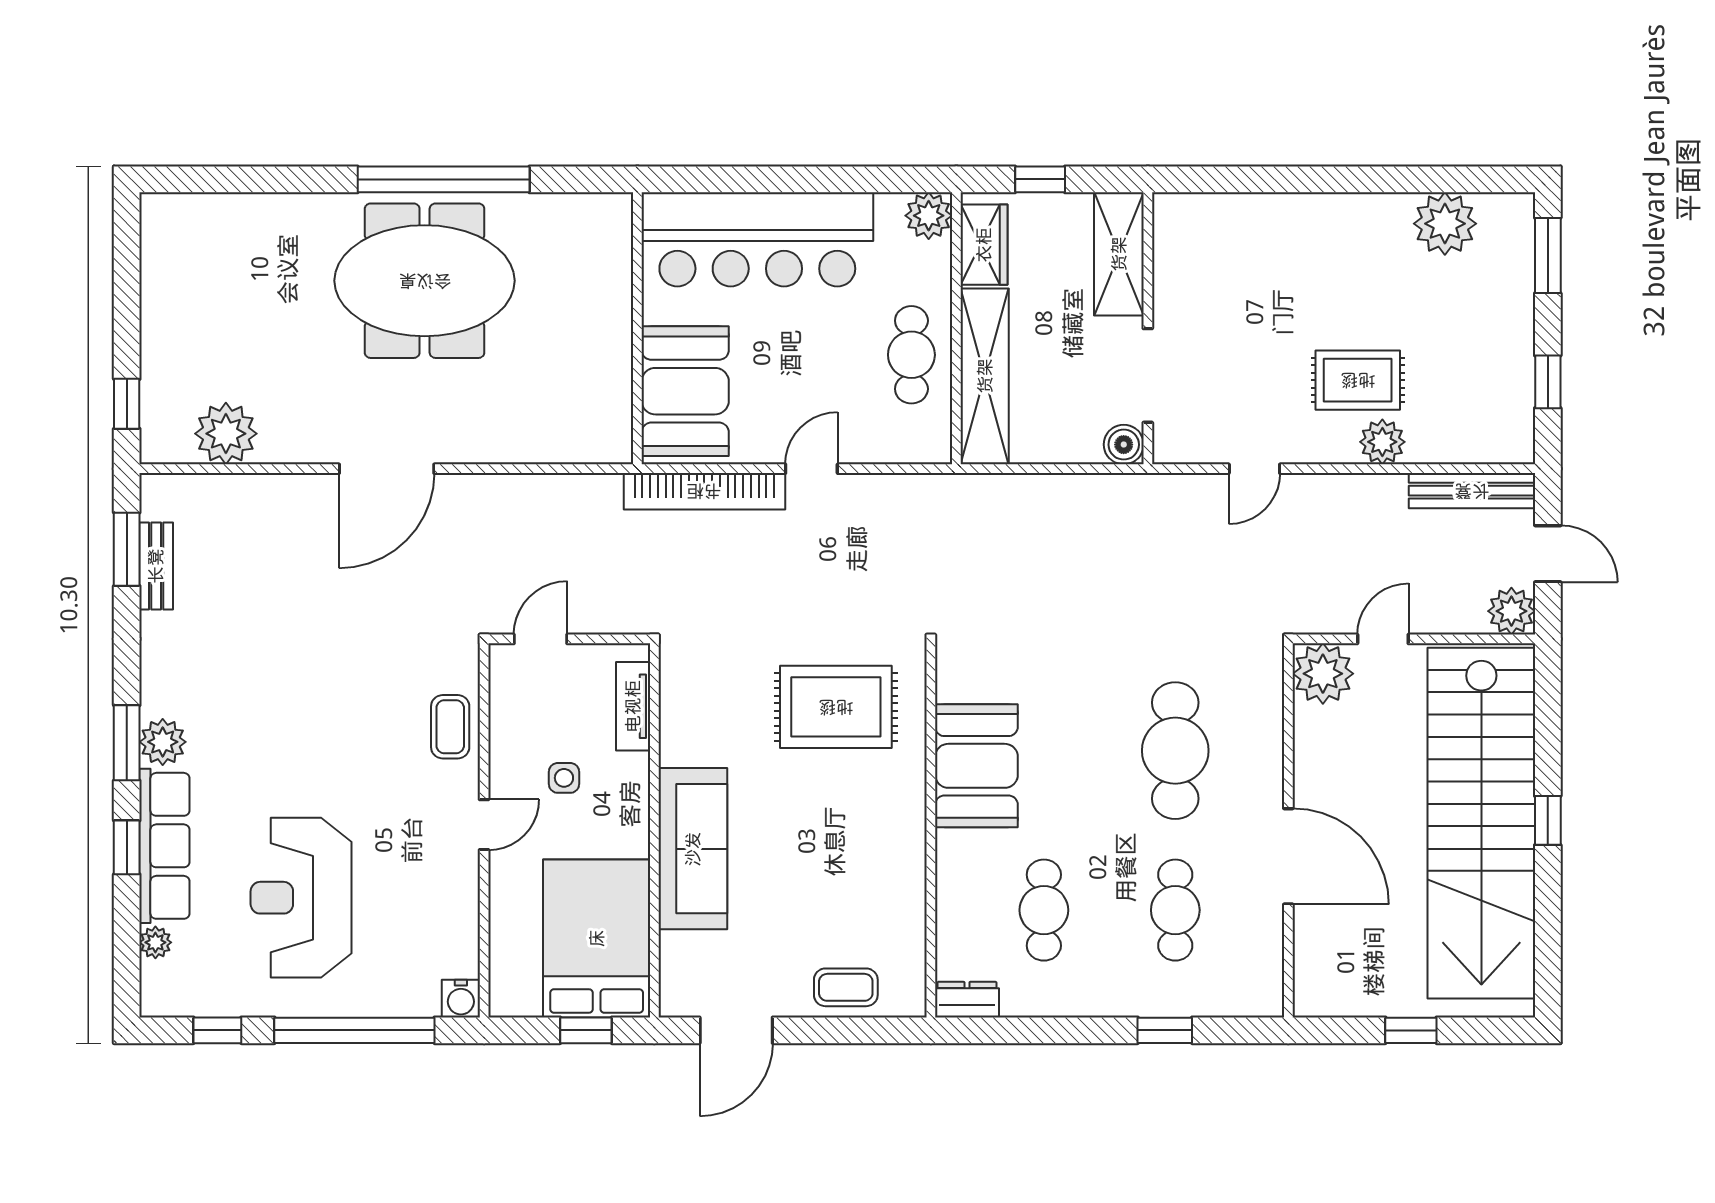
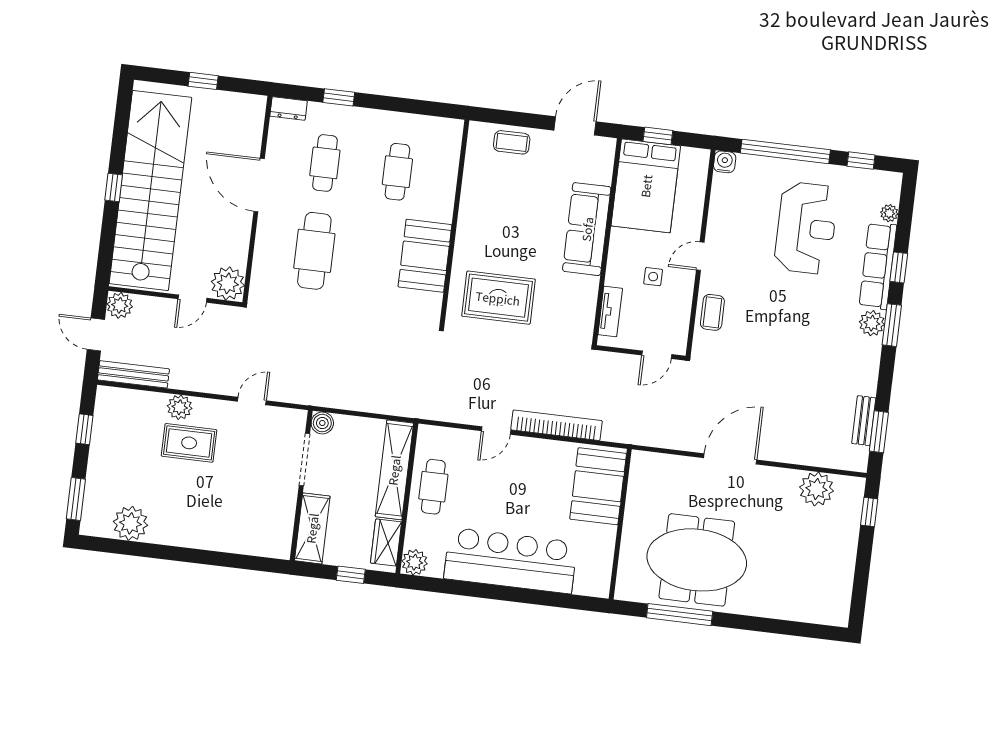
window: (444, 179) -> (680, 615), width x0.68
wall: (637, 328) -> (620, 524), moved
booth: (685, 391) -> (598, 486), moved
dresser: (967, 1000) -> (289, 108), moved

